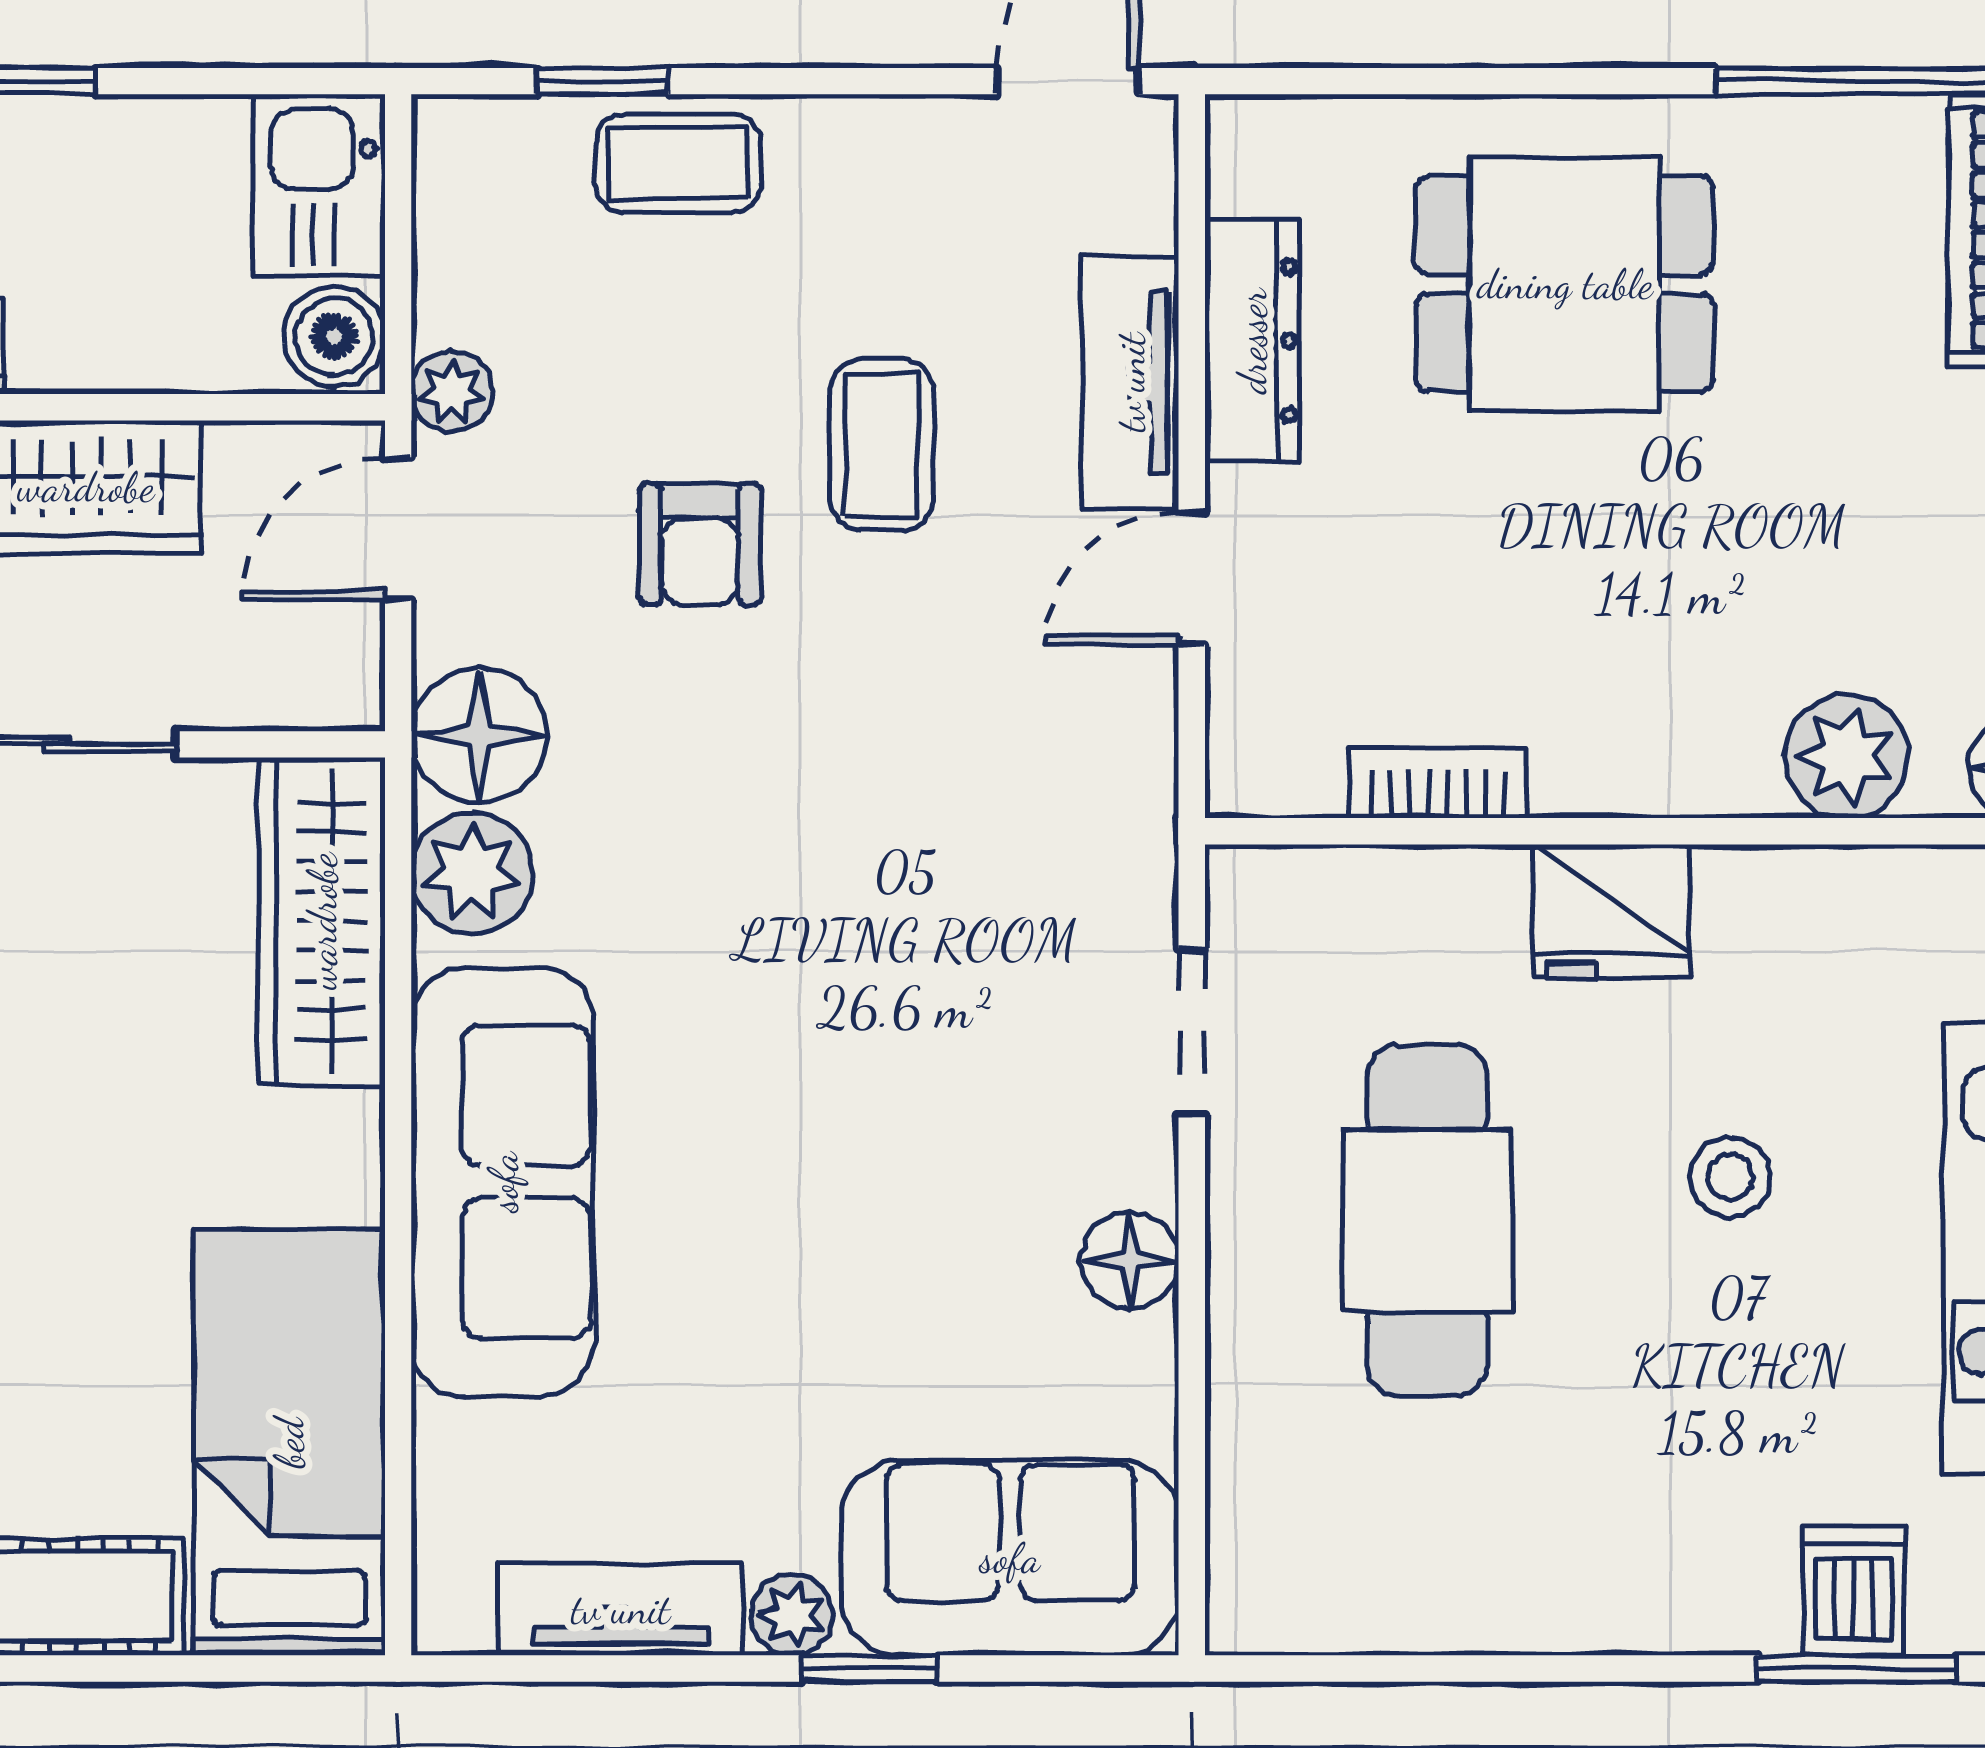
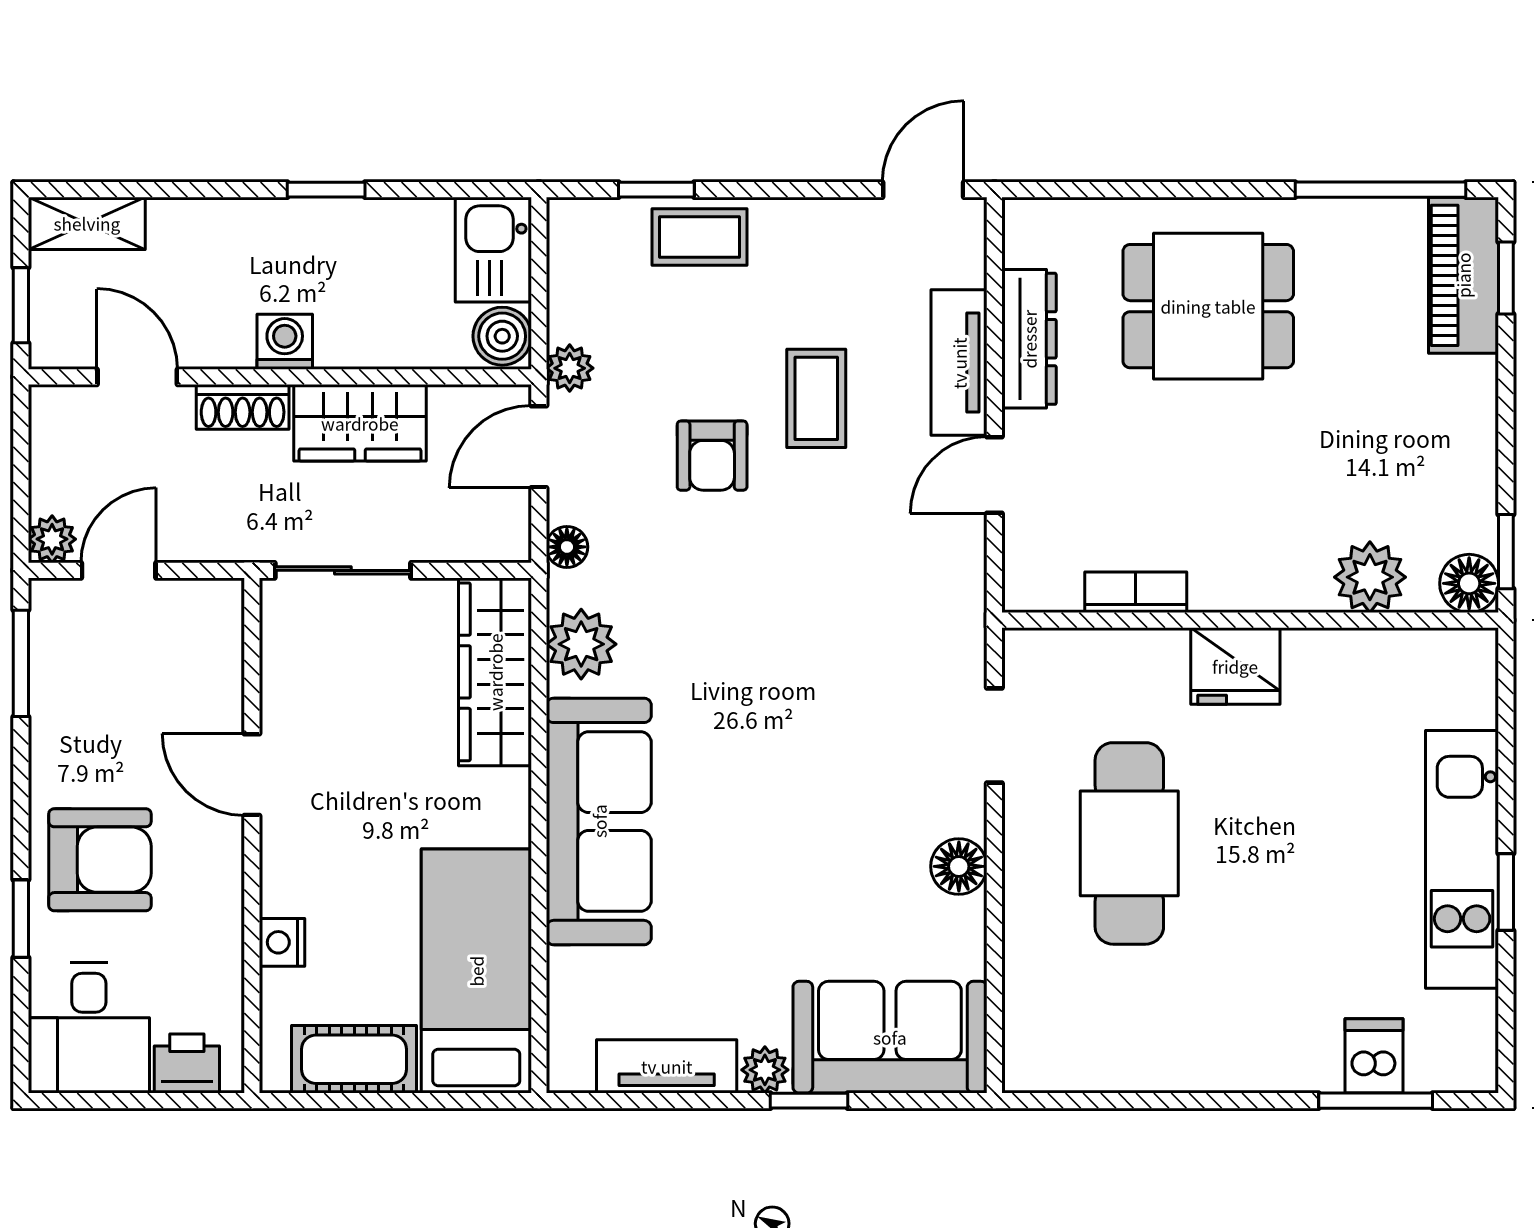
floor lamp: (479, 735) -> (567, 547), width x0.53, depth x0.53
stool: (1731, 1177) -> (1303, 819), removed

